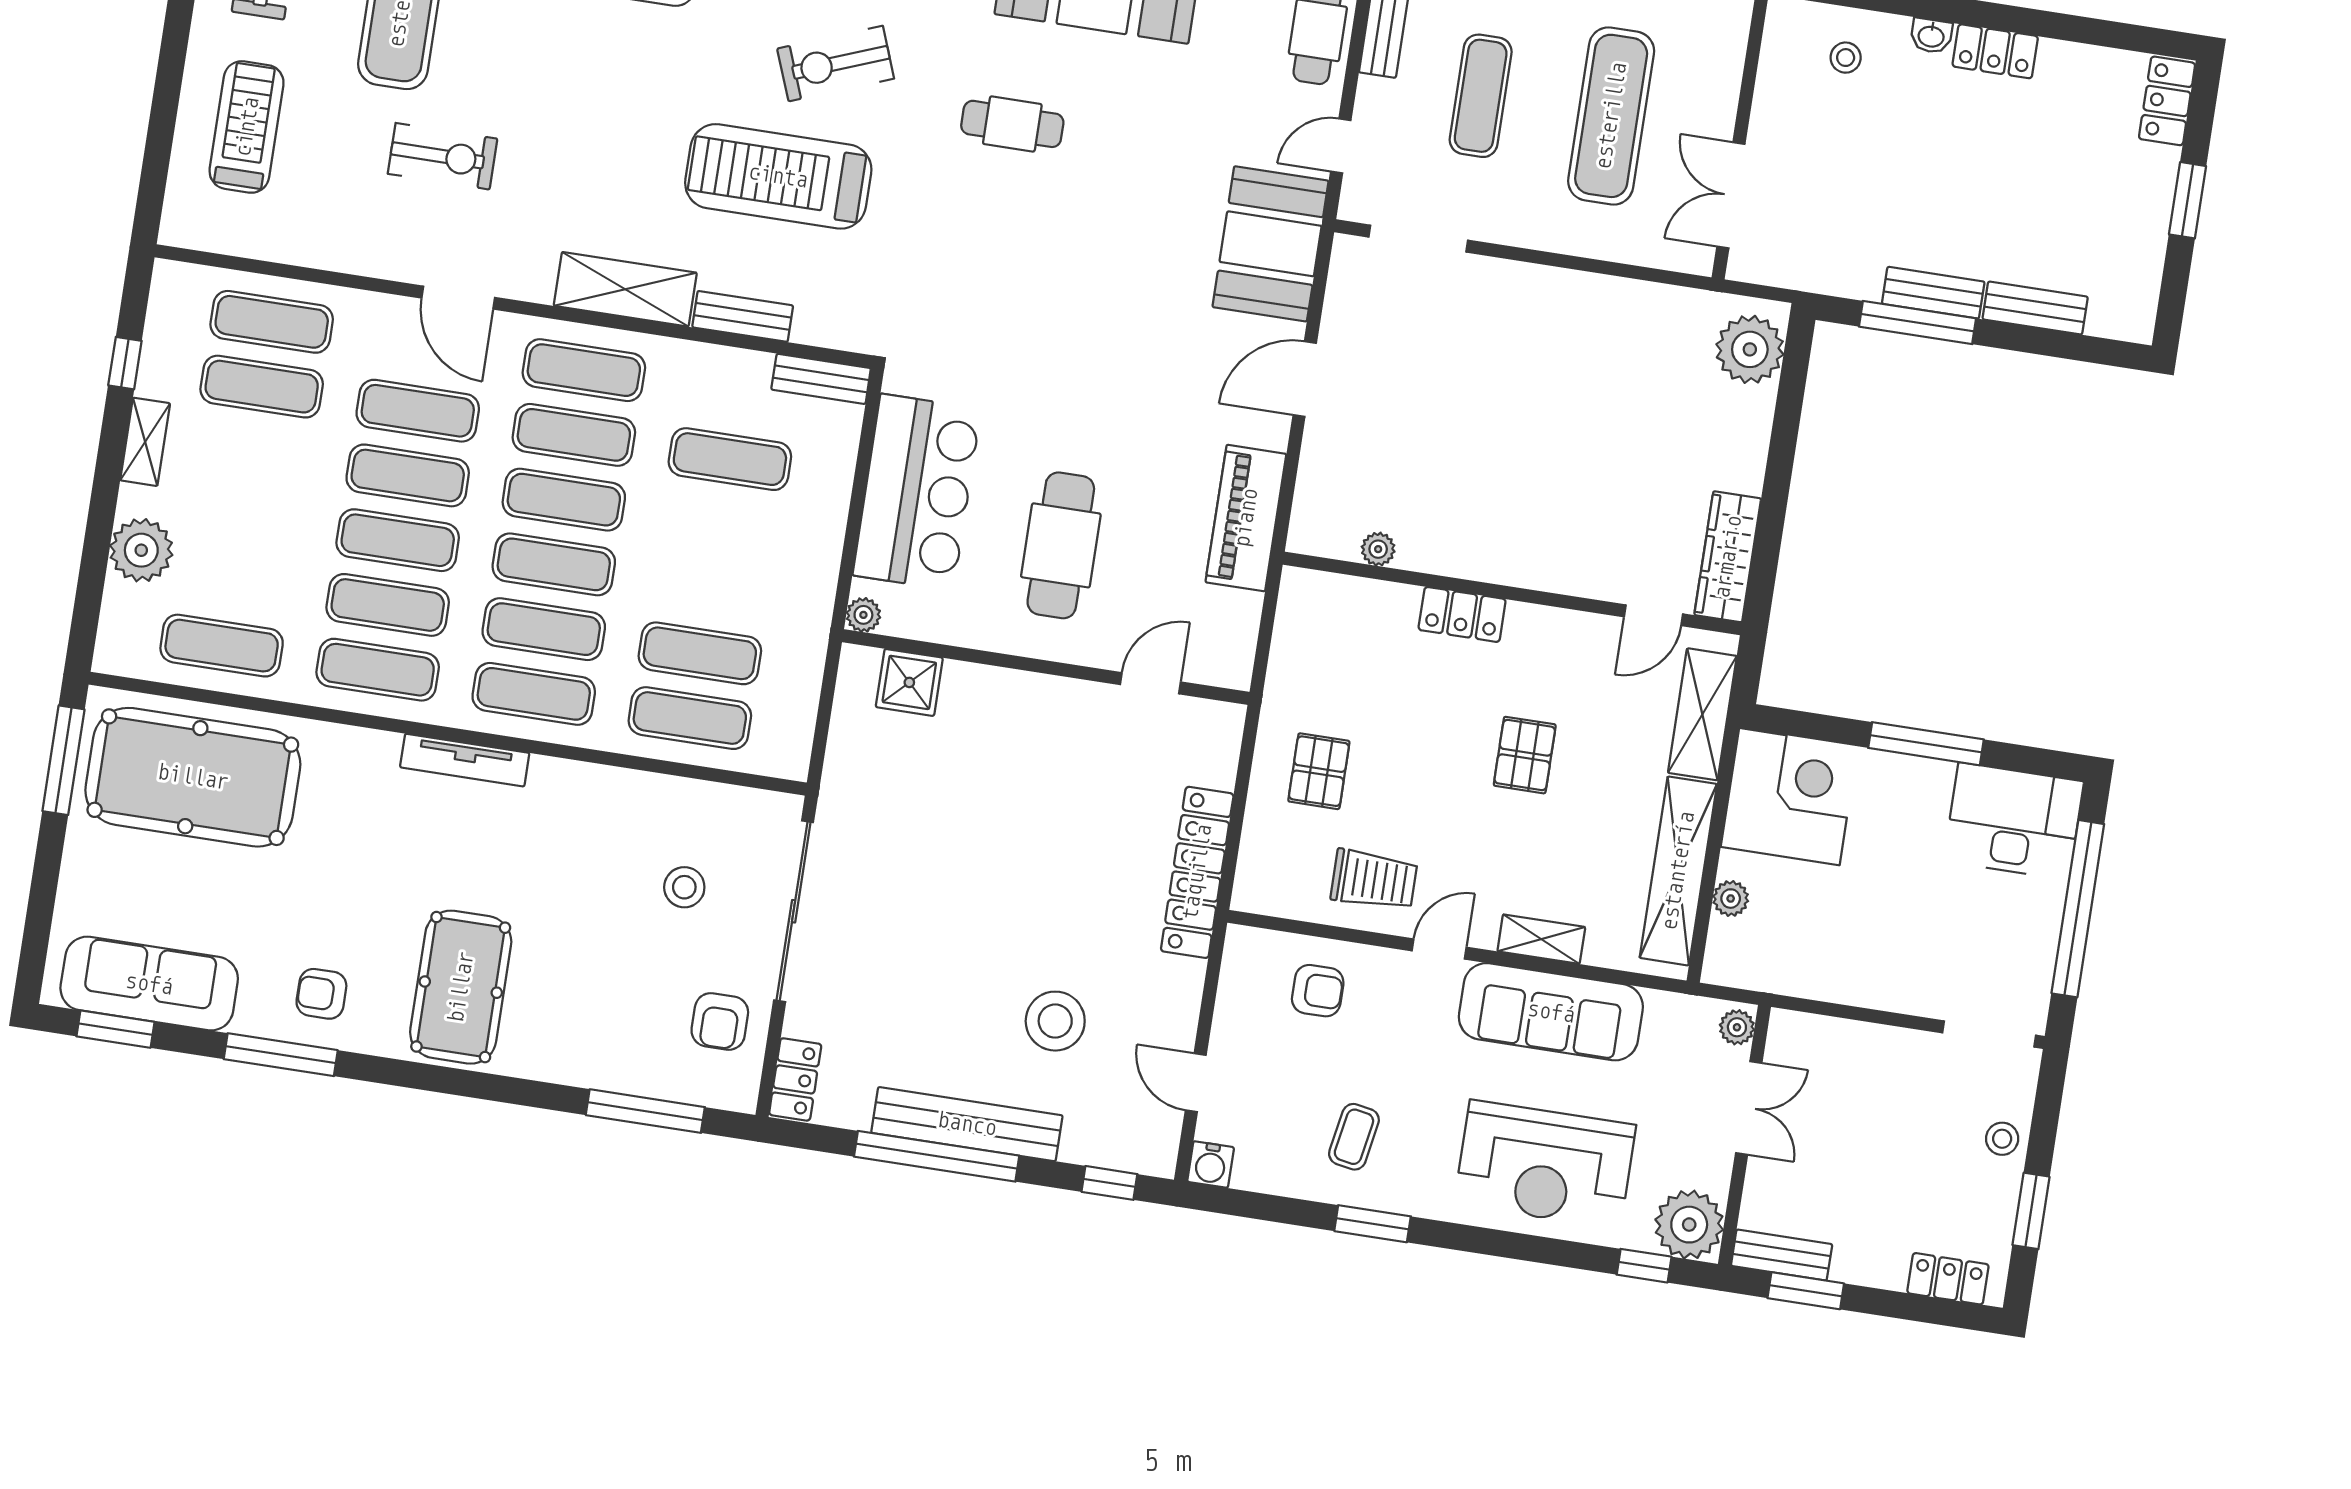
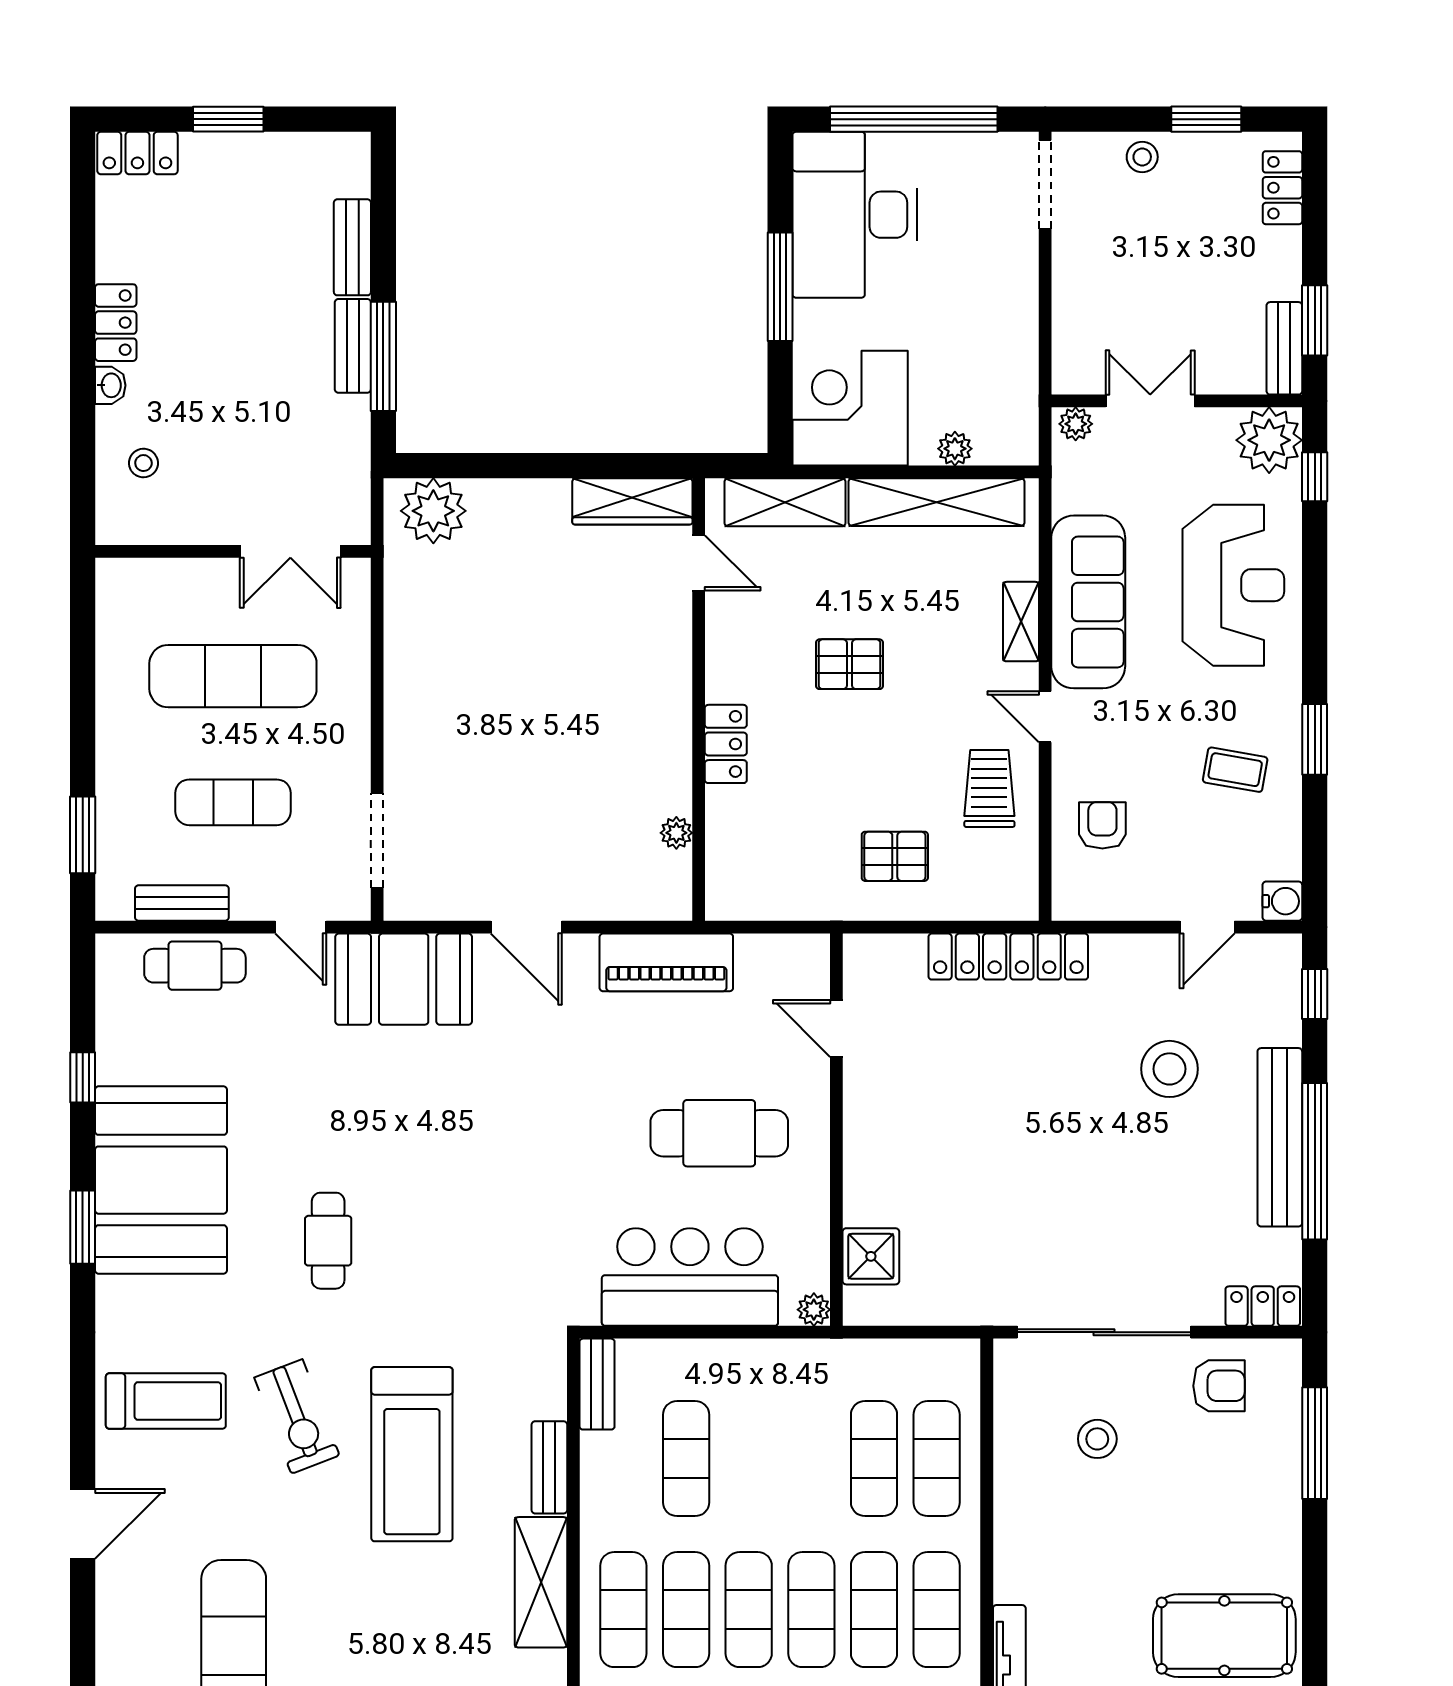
desk: (2014, 821) -> (855, 215), width x1.36, depth x1.30

